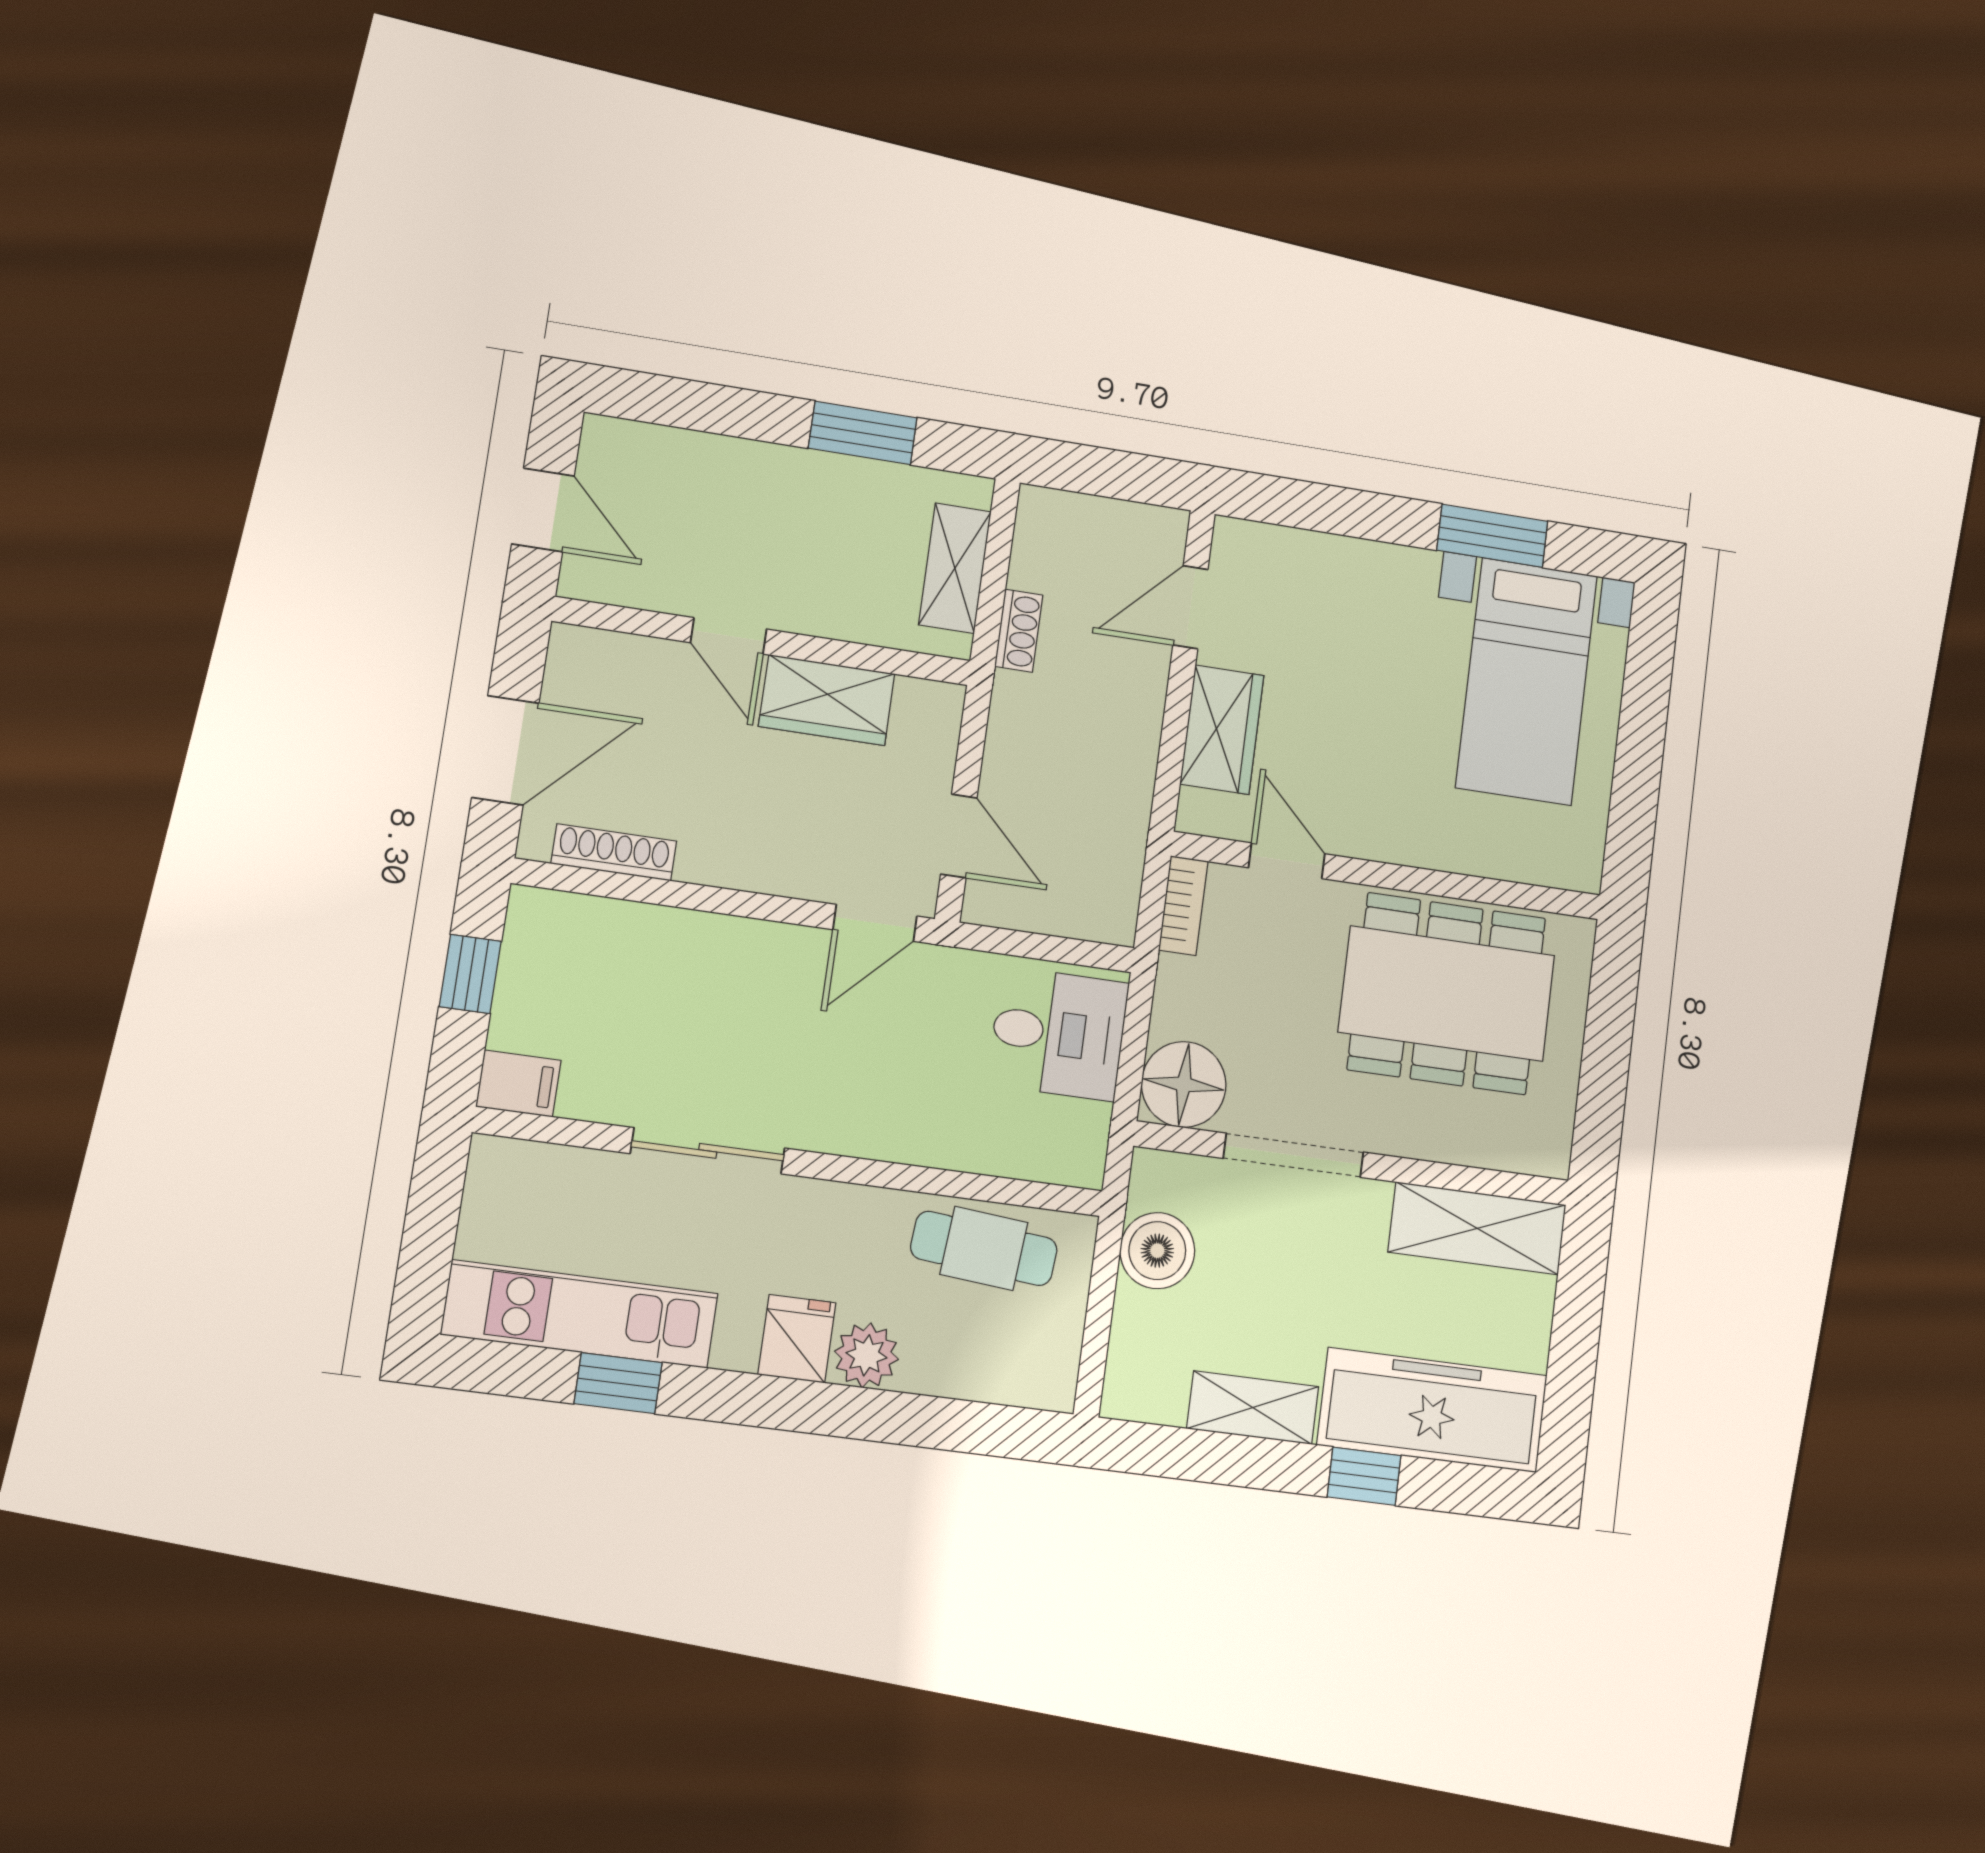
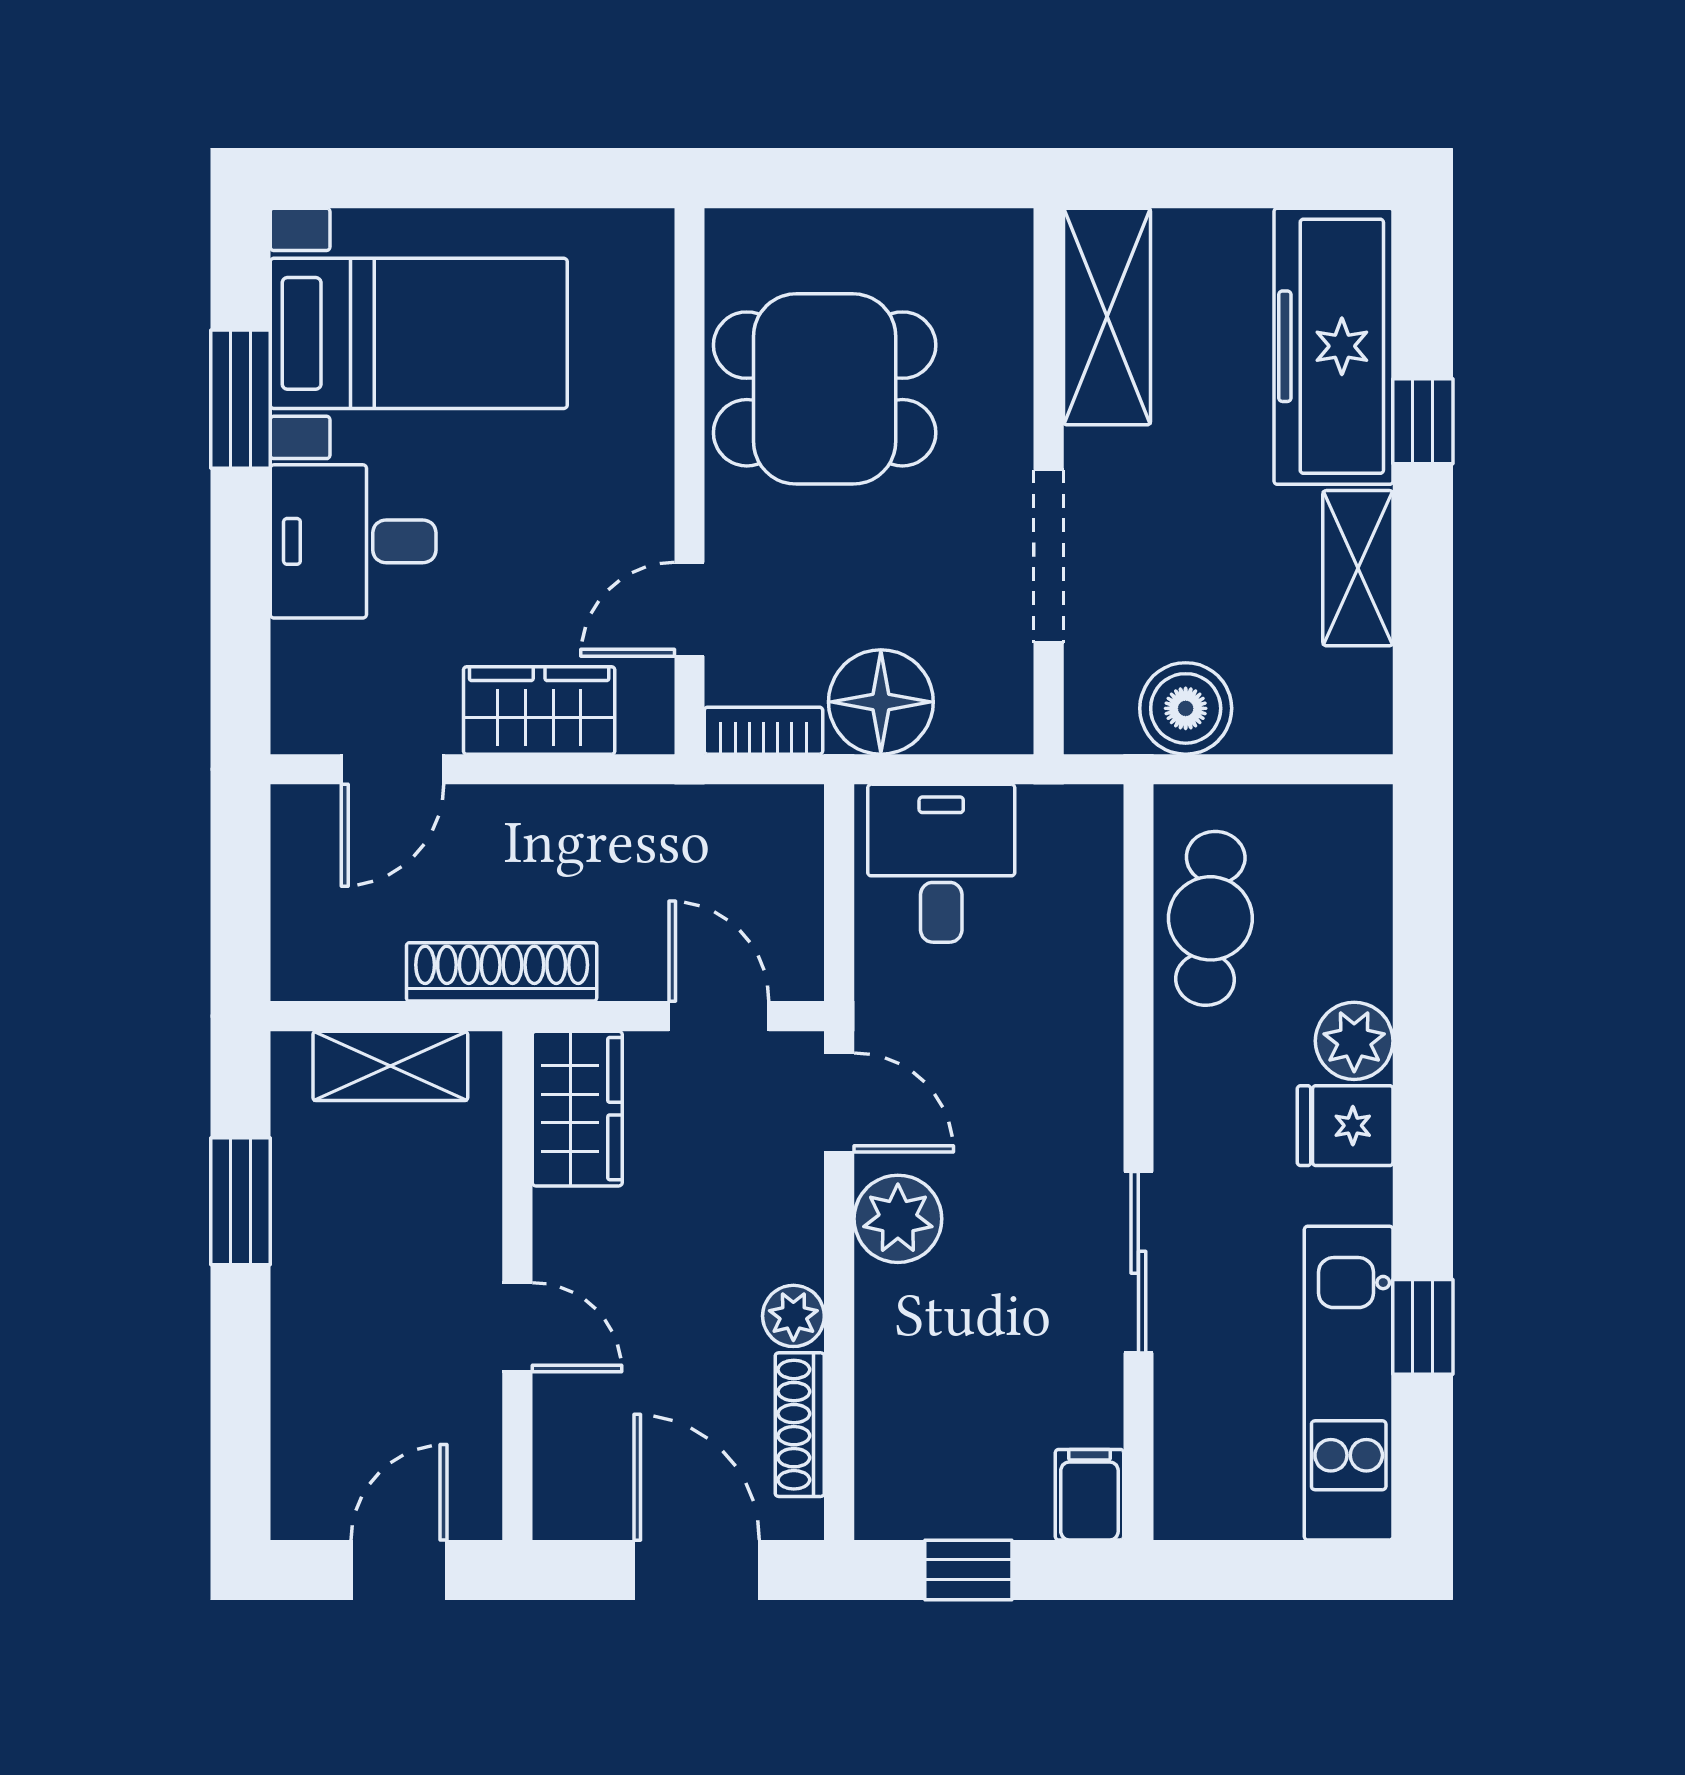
desk: (1372, 605) -> (353, 541), added
door: (1190, 607) -> (393, 769), hinge flipped
shoe rack: (1019, 631) -> (502, 972), width x1.94, depth x1.24
door: (728, 636) -> (517, 1327), hinge flipped
wardrobe: (827, 700) -> (577, 1109), moved
door: (959, 836) -> (719, 1016), hinge flipped
plant: (705, 860) -> (793, 1316), added
plant: (773, 957) -> (898, 1219), added
dining table: (1447, 994) -> (825, 389), width x0.73
floor lamp: (1184, 1084) -> (881, 702), moved

